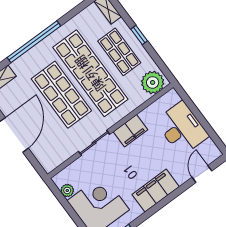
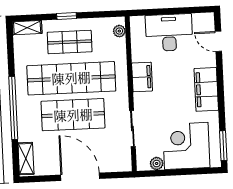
plant: (153, 82) -> (119, 31), width x0.53, depth x0.53
sliding door: (94, 143) -> (132, 128), moved

